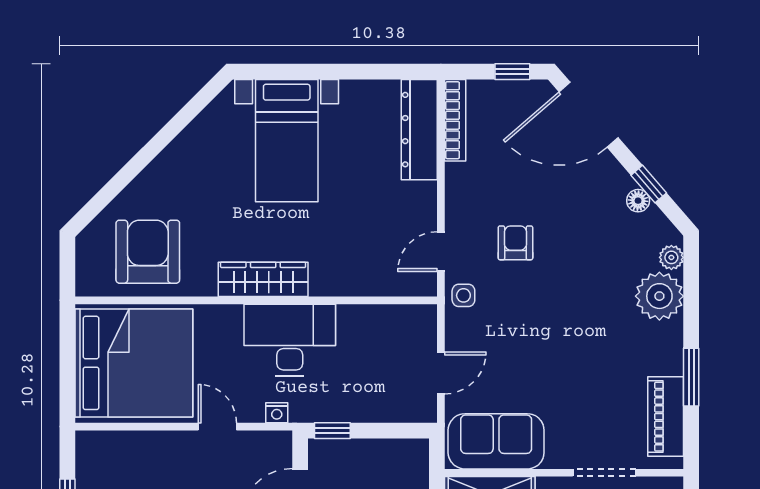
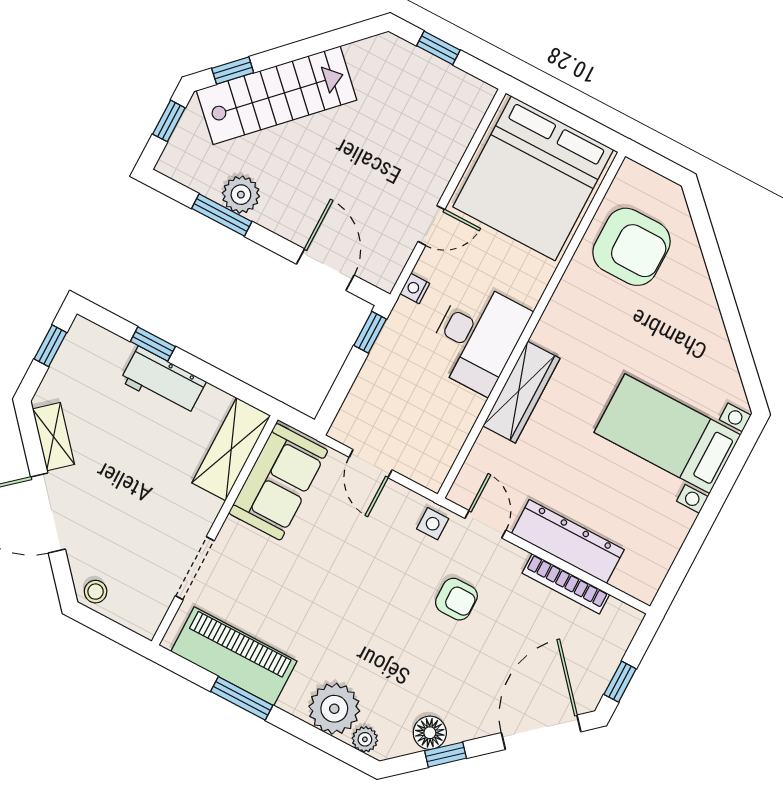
bookcase: (455, 120) -> (566, 584), moved
dresser: (419, 130) -> (568, 541), moved
floor lamp: (638, 201) -> (430, 733), width x1.37, depth x1.37
wardrobe: (263, 279) -> (521, 392), moved
piano: (666, 417) -> (234, 656), width x1.37, depth x1.33

